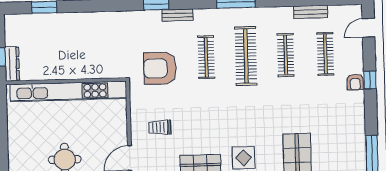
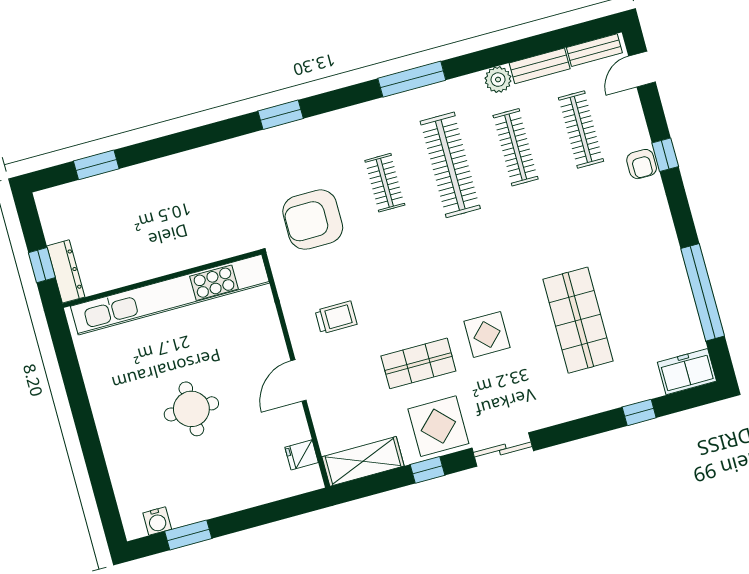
plant: (285, 14) -> (498, 80), added
bench: (177, 15) -> (594, 50), moved
clothes rail: (206, 57) -> (385, 183), width x0.73
trolley: (160, 127) -> (336, 317), turned 180

